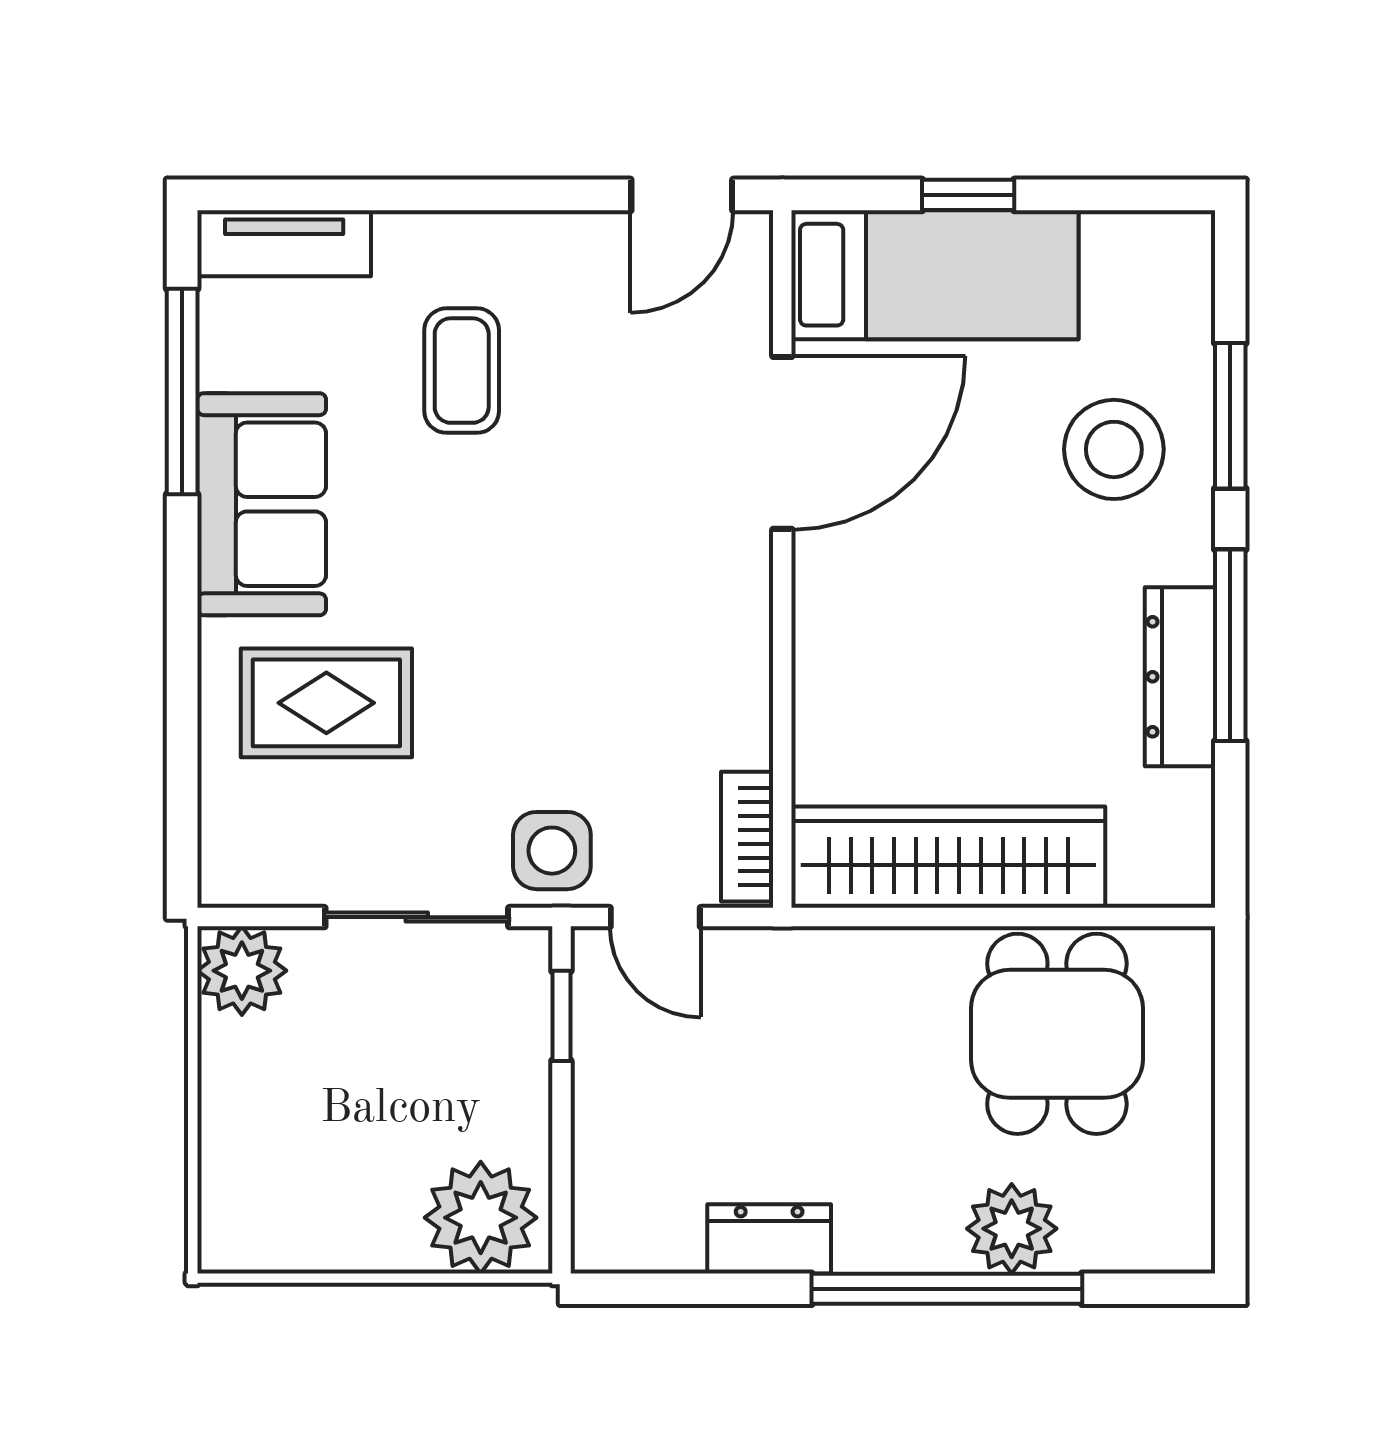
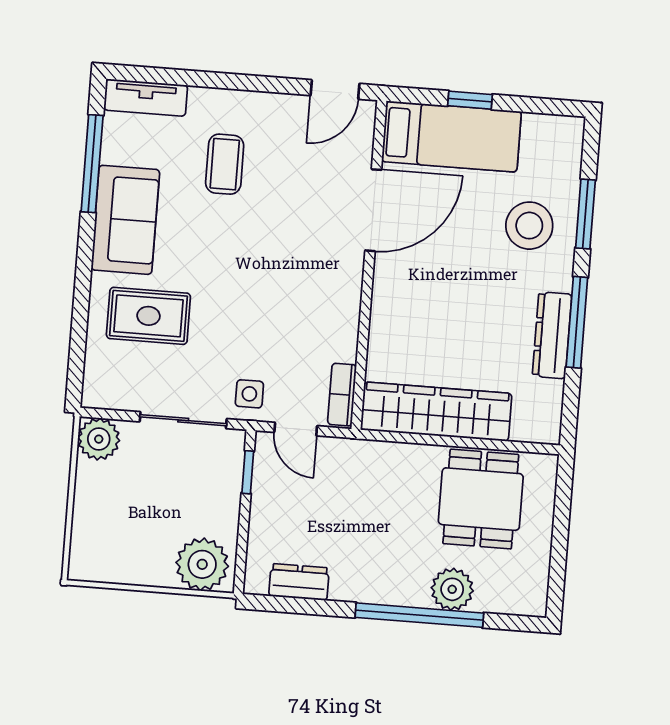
side table: (552, 851) -> (249, 394), width x0.73, depth x0.73
dresser: (769, 1239) -> (299, 582), moved

